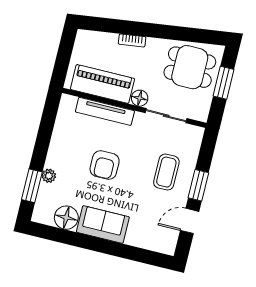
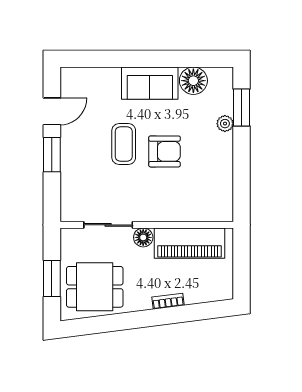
tv unit: (105, 111) -> (179, 213), removed
armchair: (105, 165) -> (164, 151), turned 90
coffee table: (166, 172) -> (124, 144), moved

